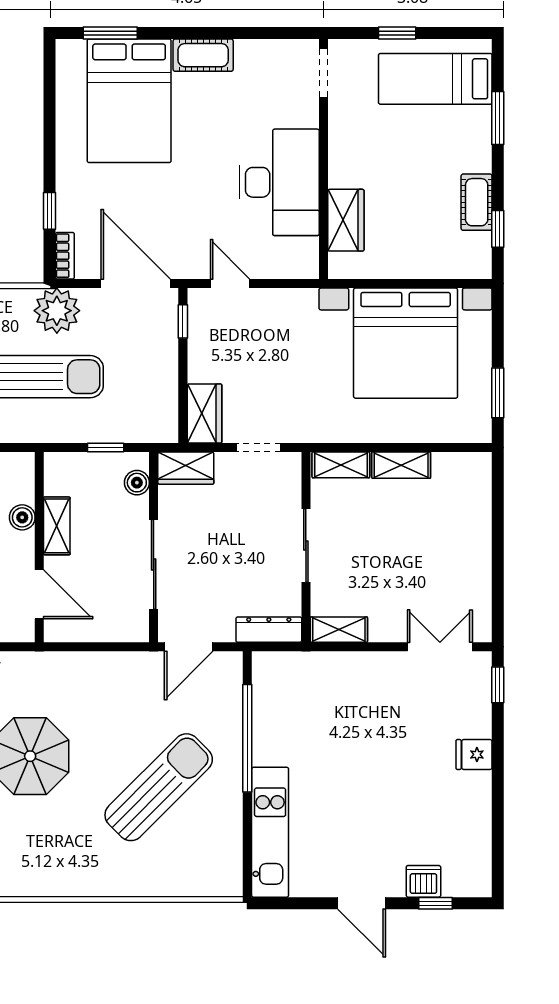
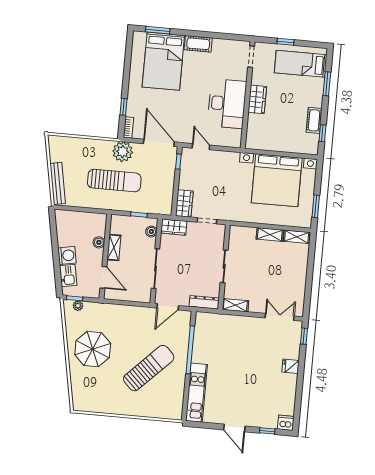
wardrobe: (346, 220) -> (257, 99), moved
shelving: (341, 465) -> (297, 237), moved
dishwasher: (423, 881) -> (286, 423), moved

